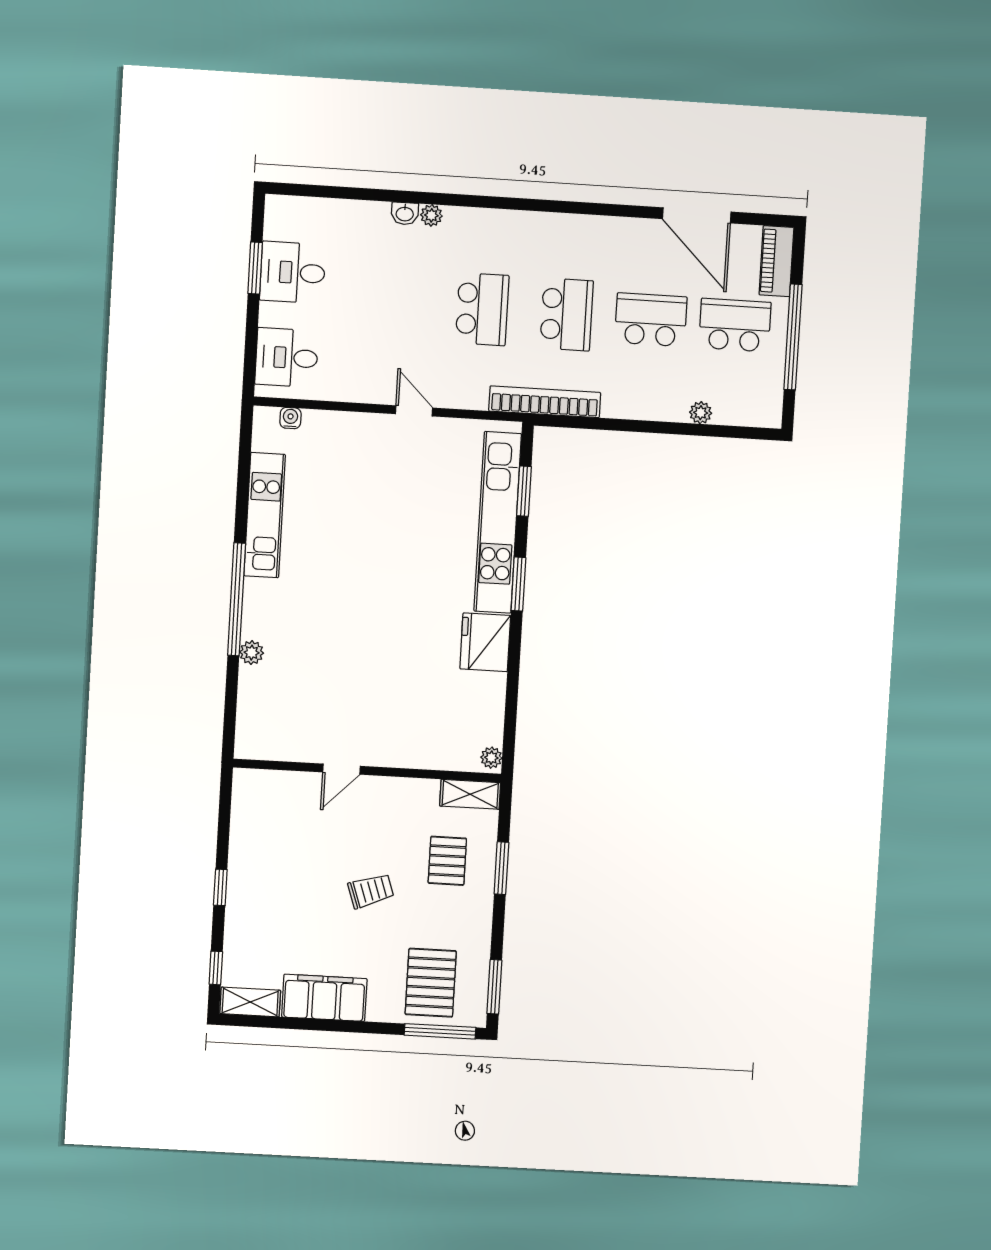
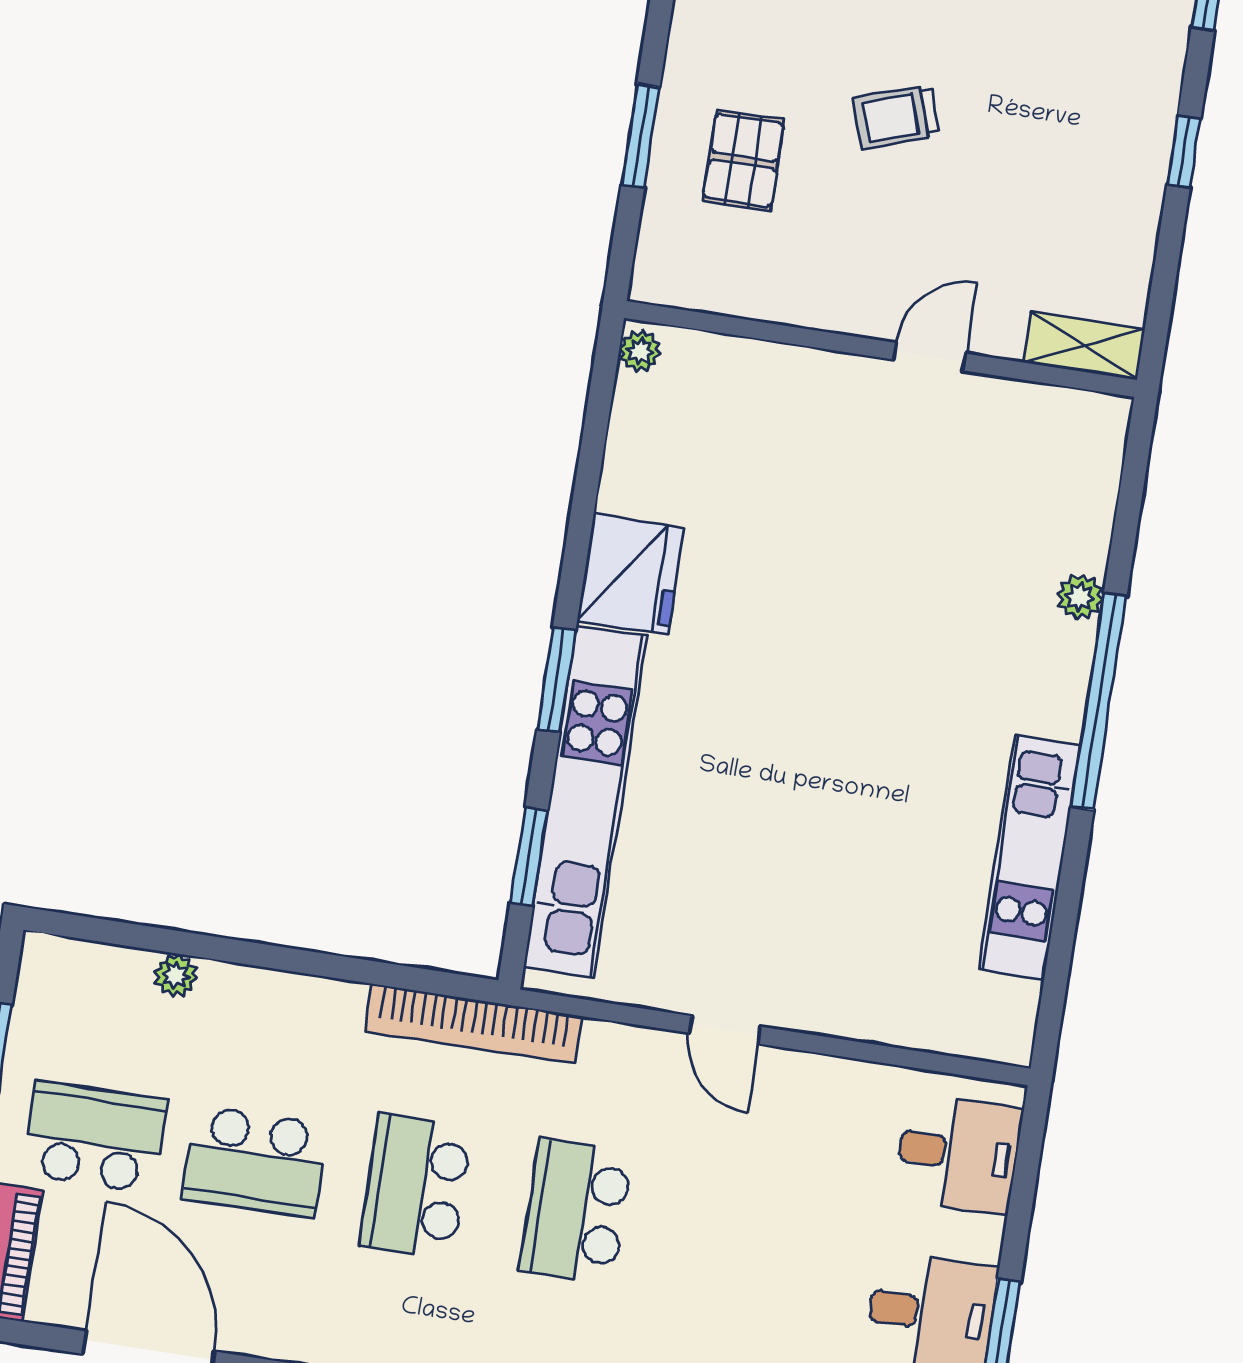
school desk: (735, 325) -> (95, 1137), turned 180
water cooler: (290, 418) -> (962, 1038), removed
shelving: (470, 794) -> (1084, 346), moved

